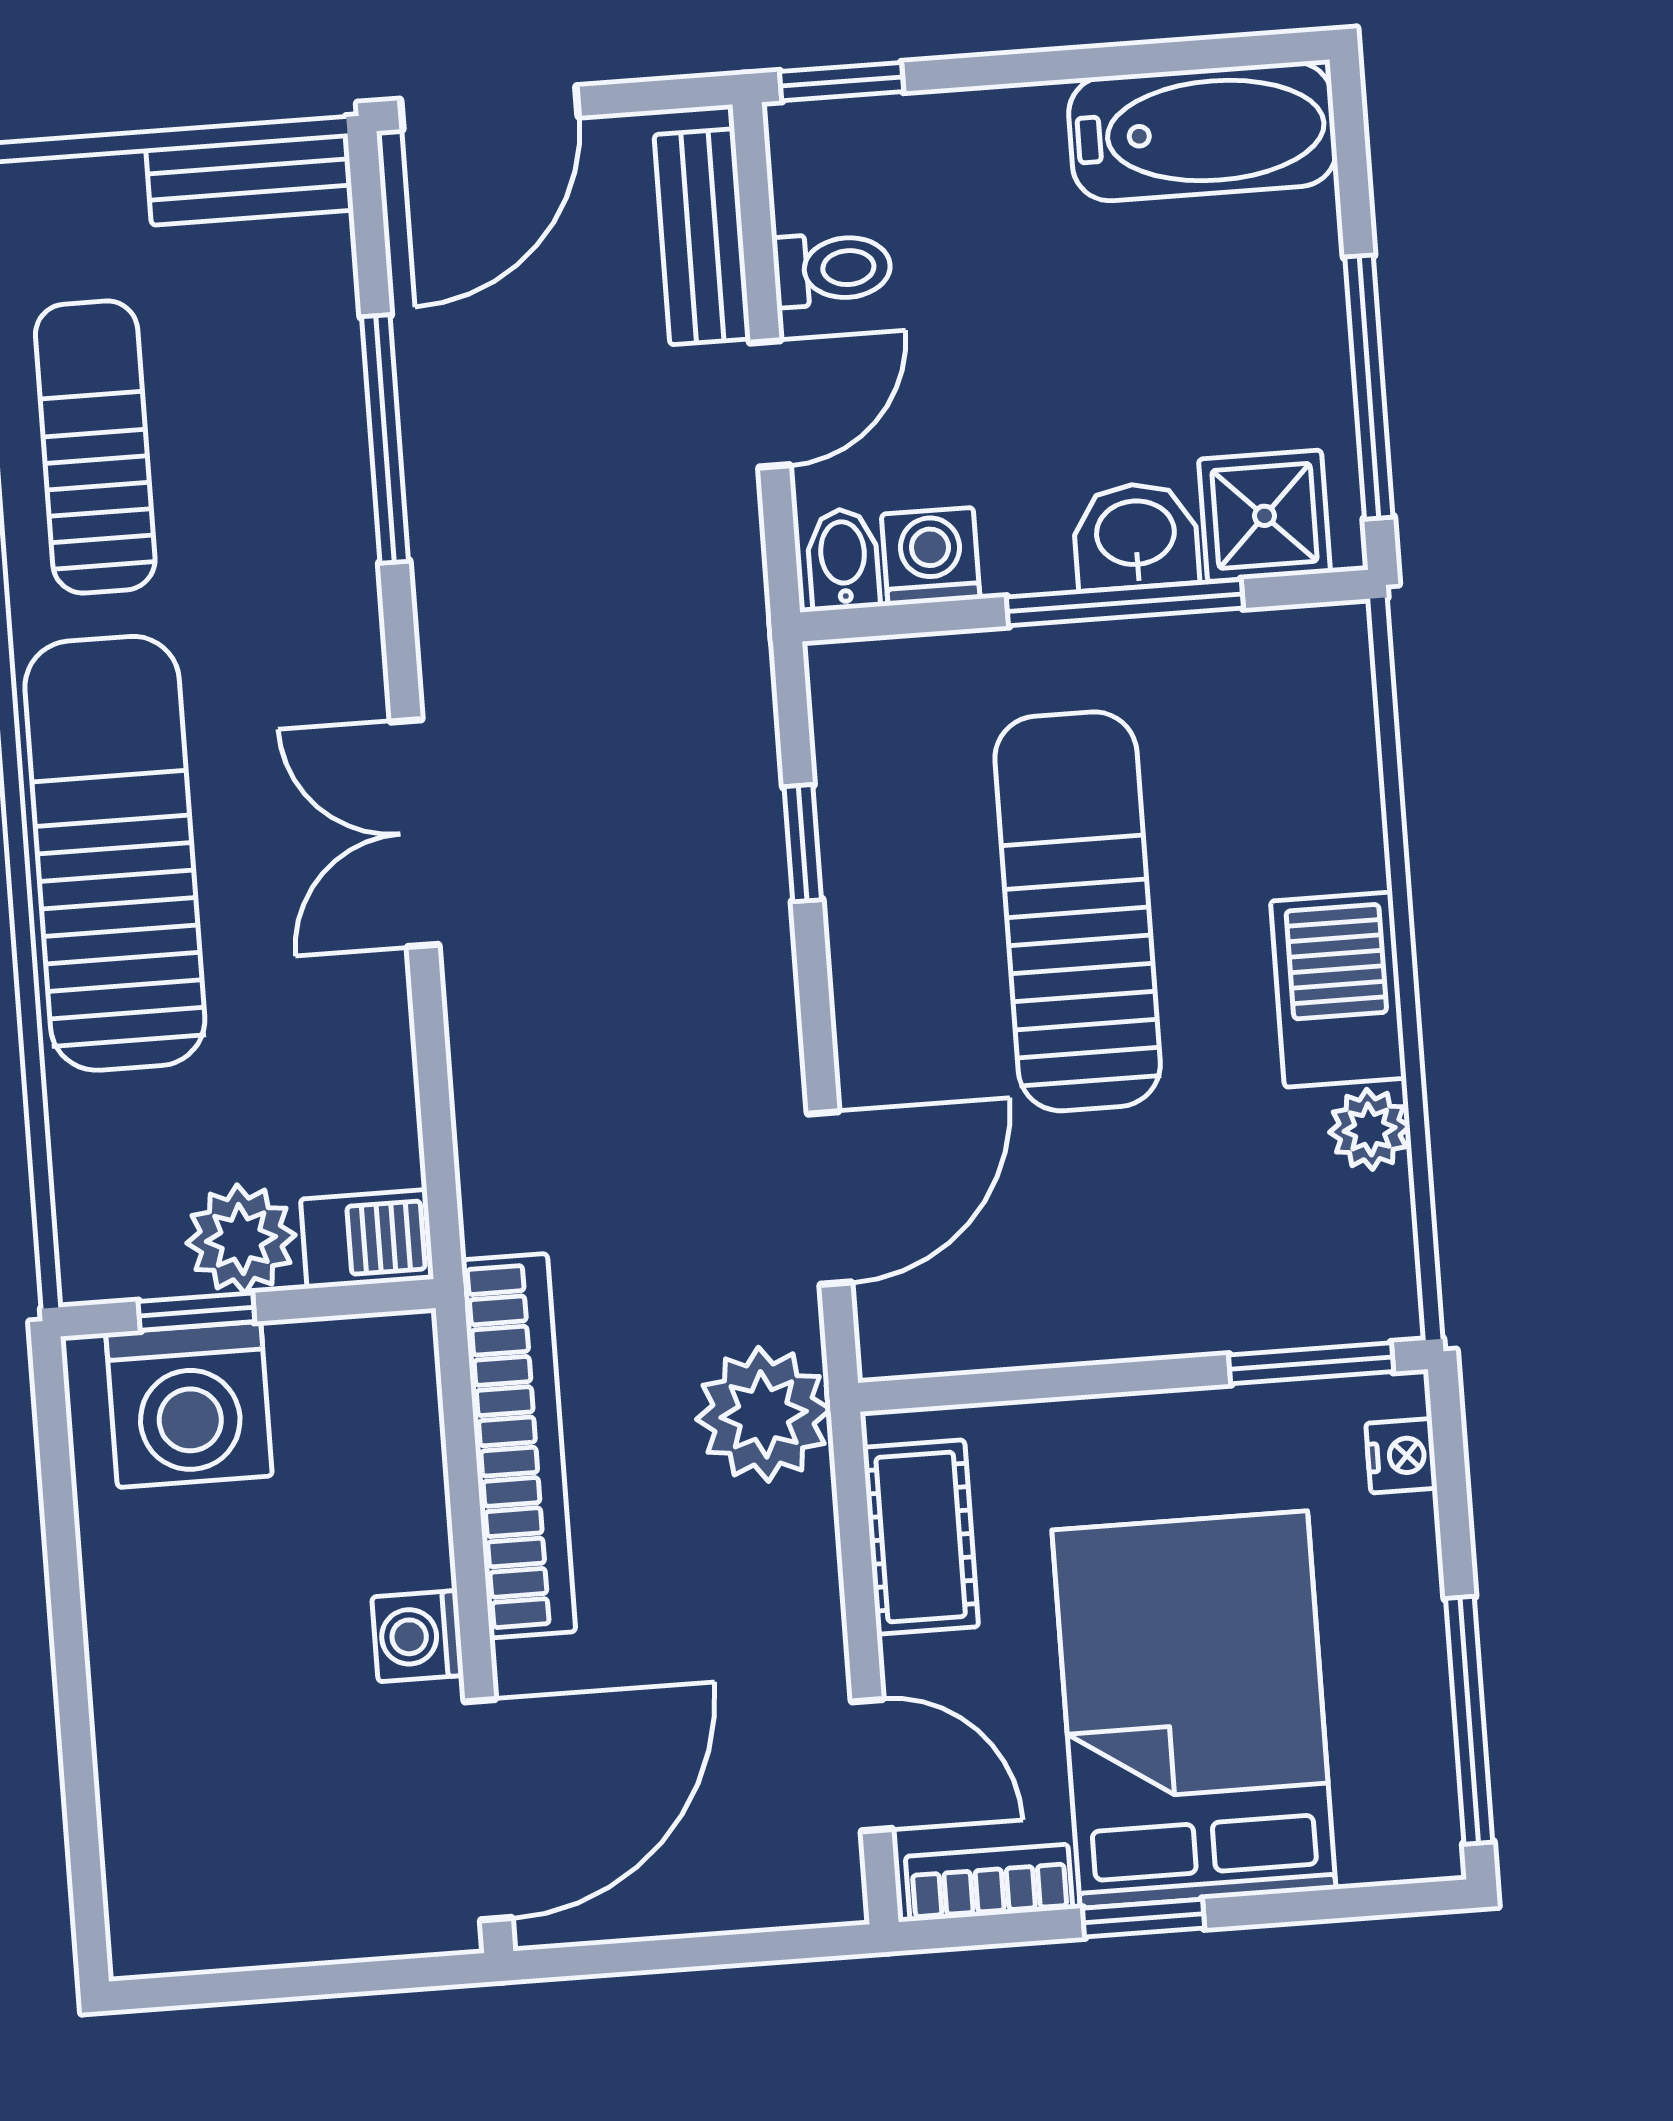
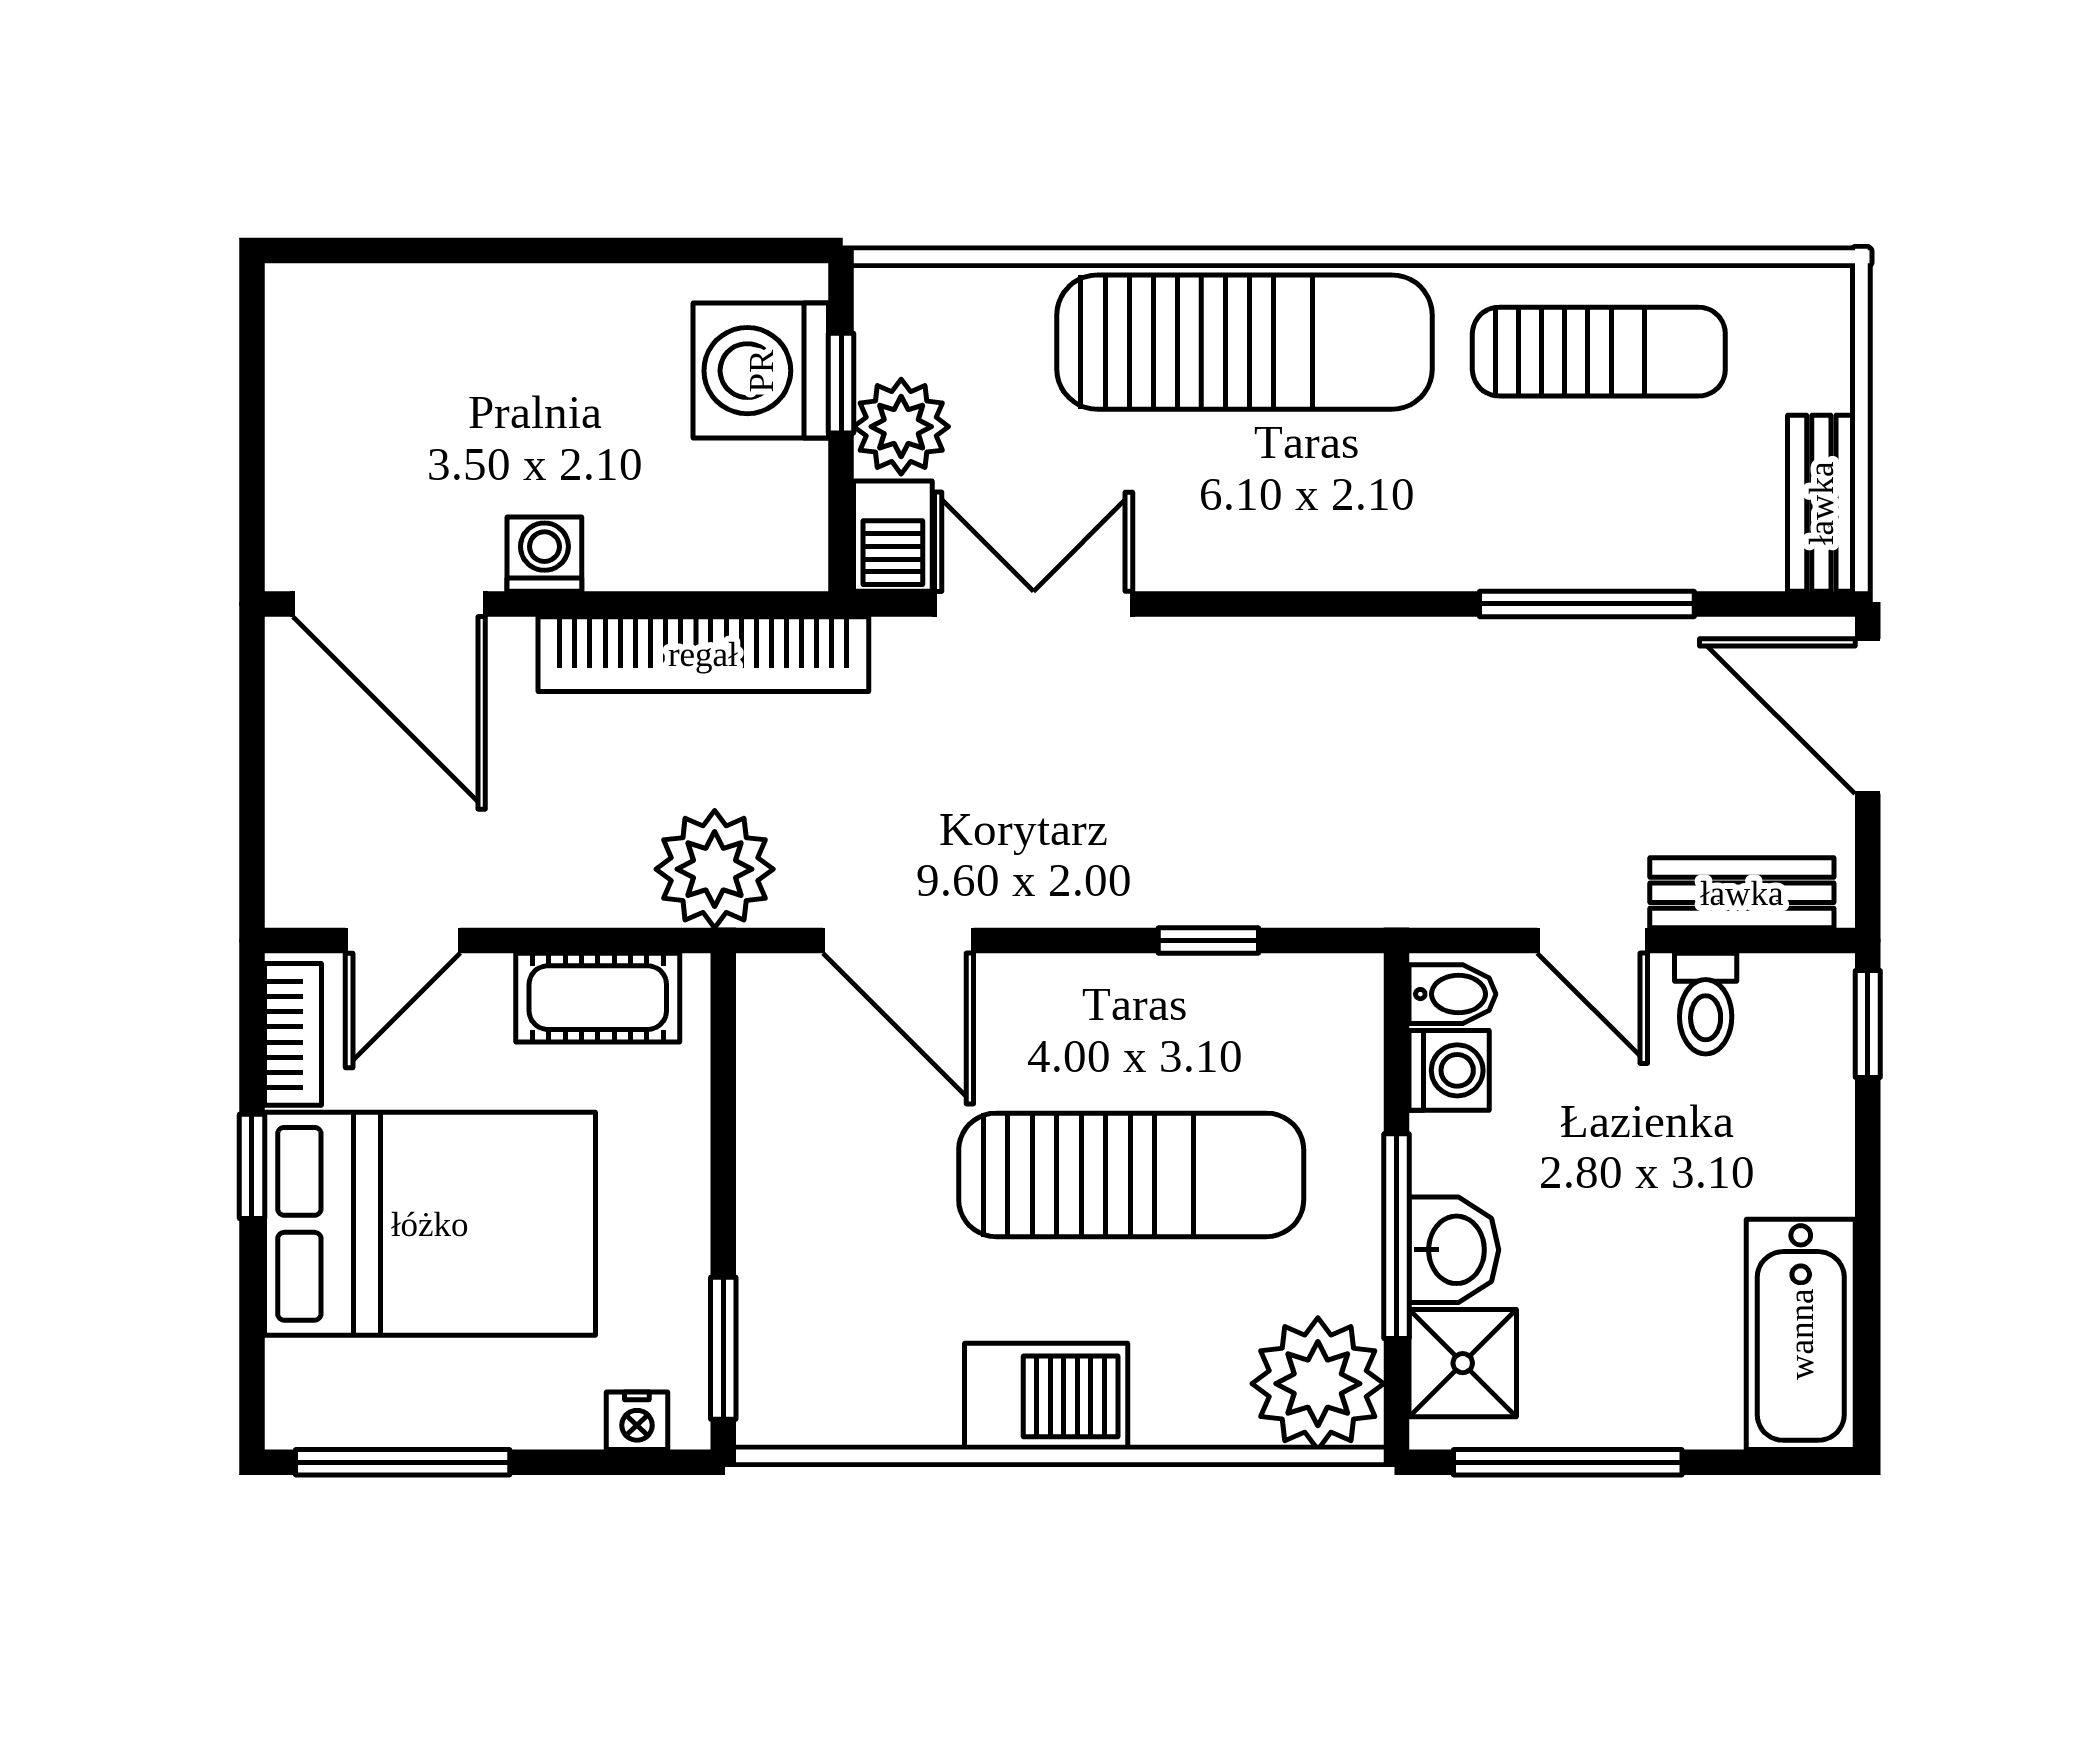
double door: (415, 833) -> (1034, 604), moved
plant: (1370, 1129) -> (1318, 1384), moved, width x1.87, depth x1.87

